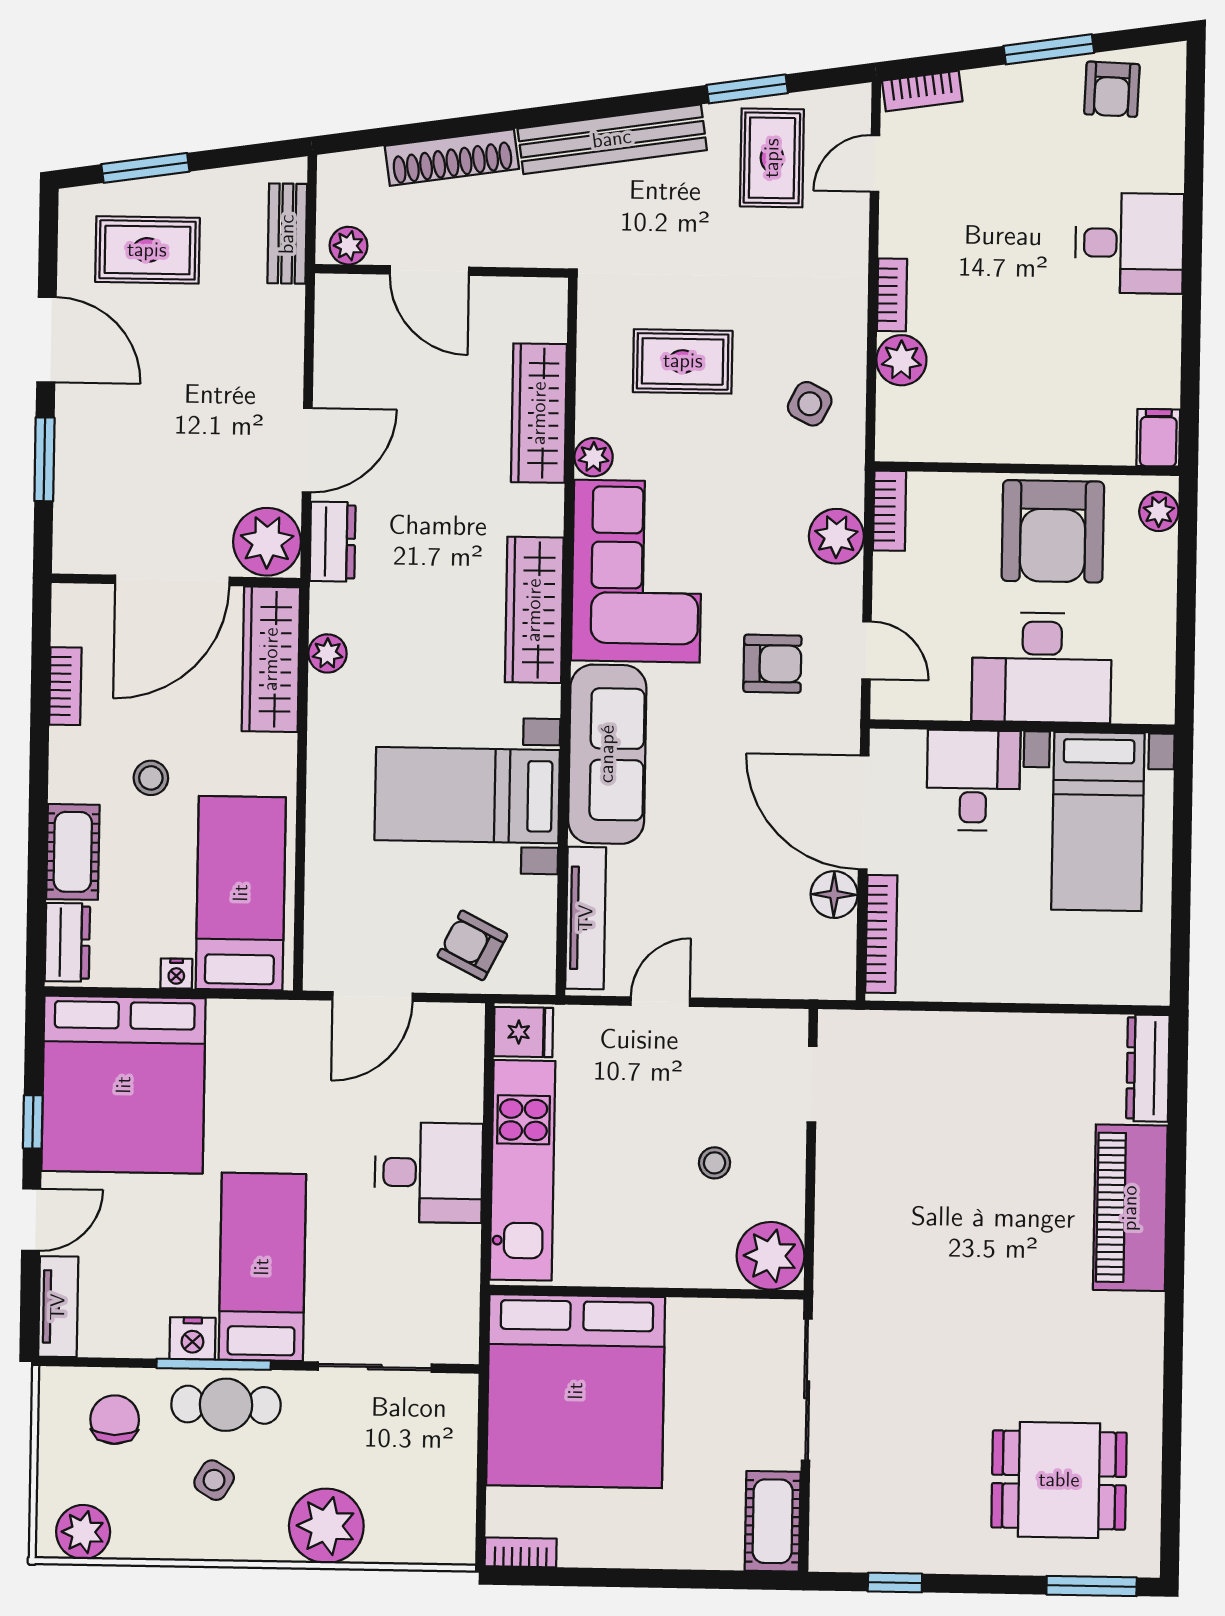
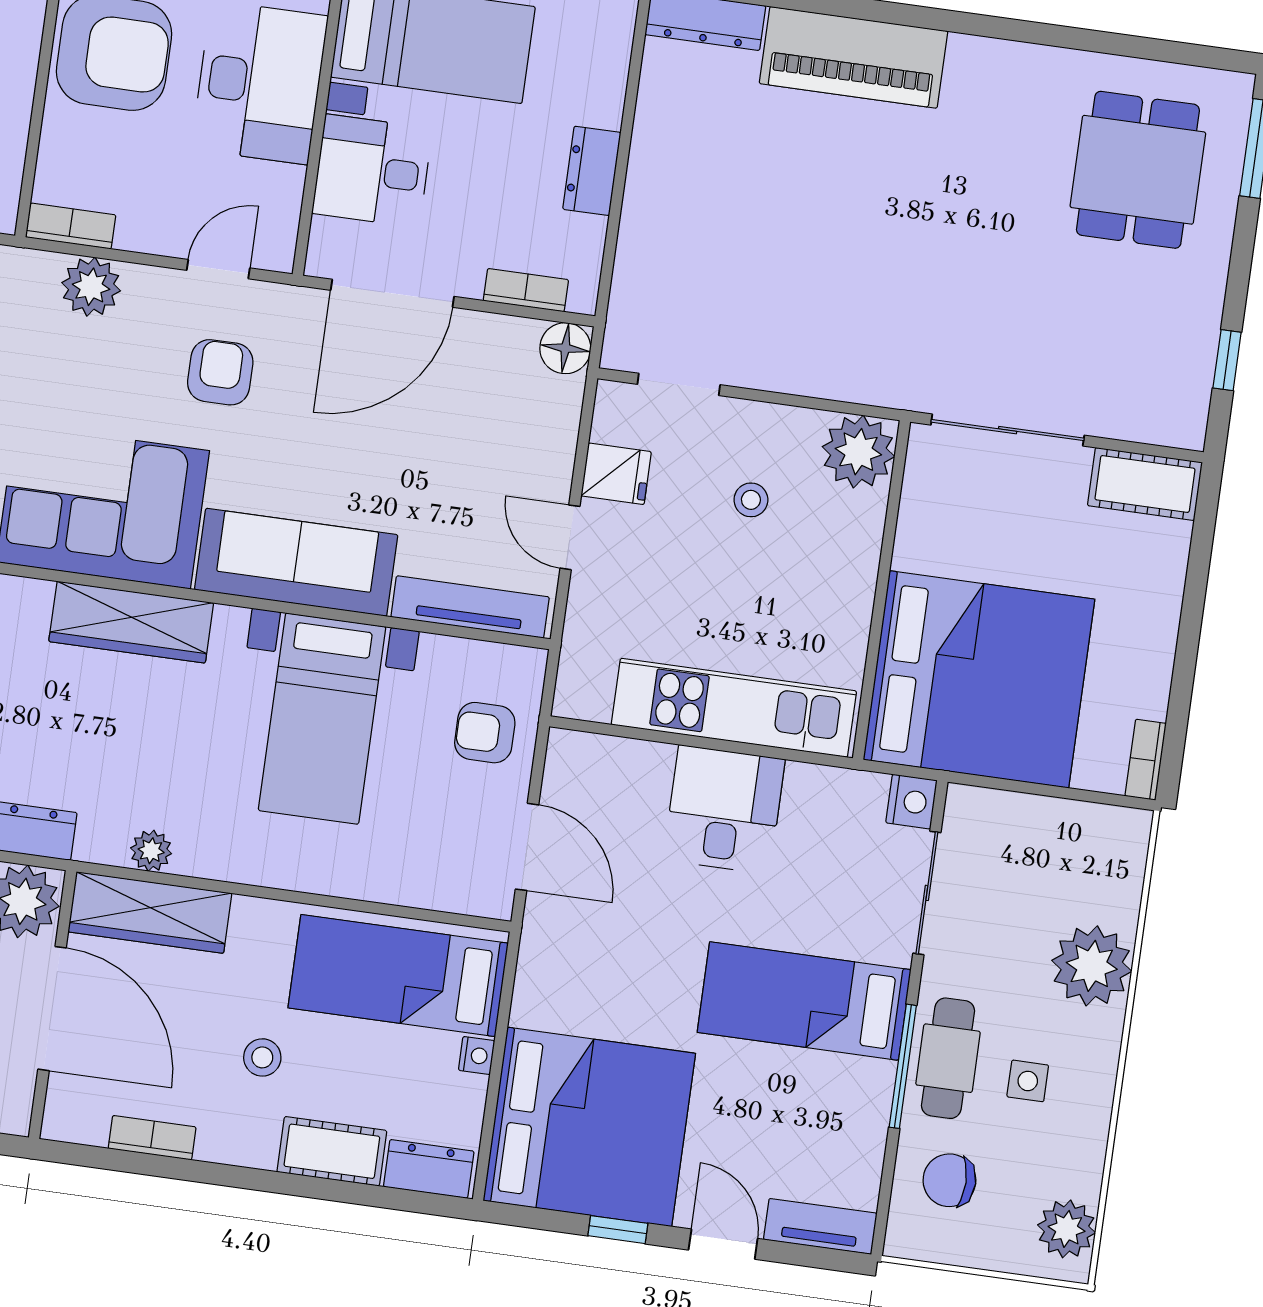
floor lamp: (834, 895) -> (565, 348), moved
bookcase: (881, 934) -> (526, 290), width x0.64
armchair: (472, 945) -> (485, 733), turned 63
dresser: (998, 981) -> (592, 171), added
fridge: (523, 1032) -> (616, 474), moved, turned 90
nightstand: (193, 1338) -> (912, 802), moved
side table: (214, 1480) -> (1028, 1081), turned -31

